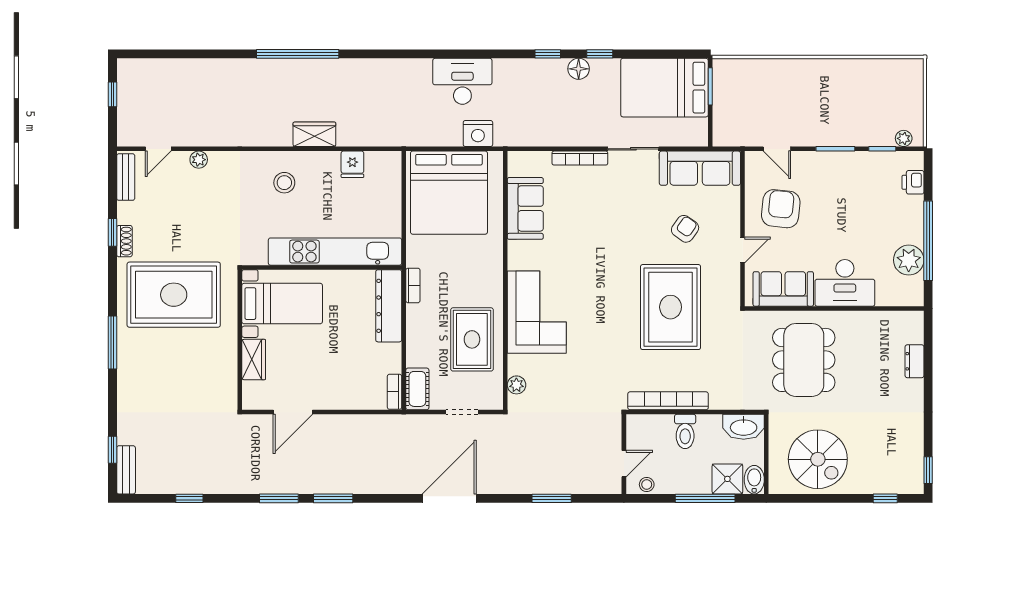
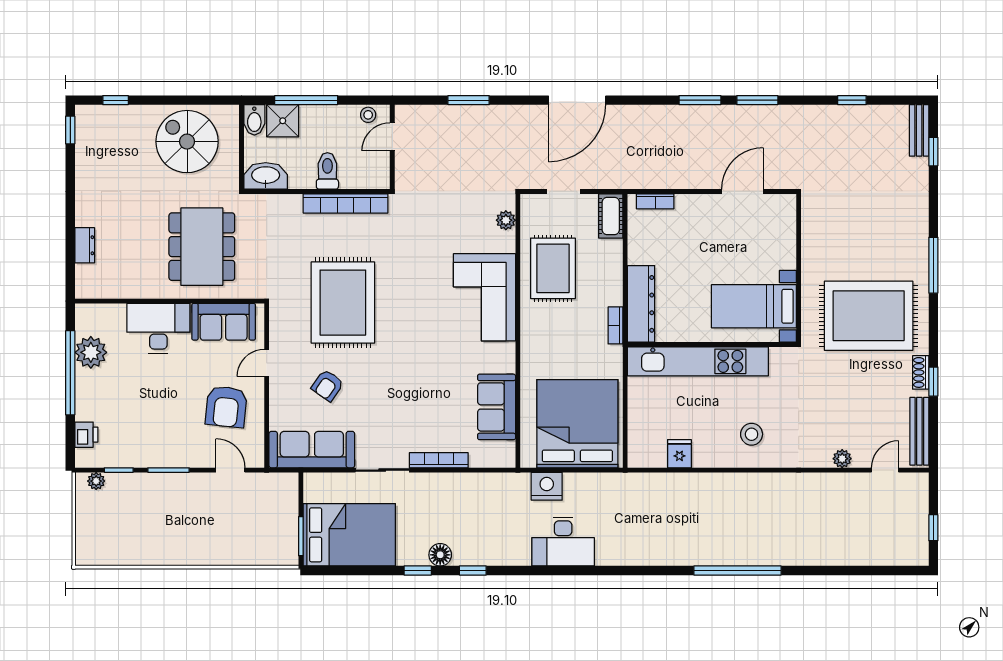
wardrobe: (314, 134) -> (720, 485), removed
bench: (126, 177) -> (919, 431), width x1.36
wardrobe: (254, 360) -> (784, 247), removed
bookcase: (395, 392) -> (655, 201), moved, turned 90

